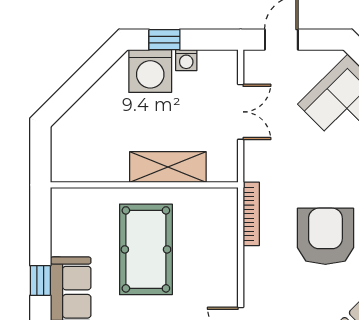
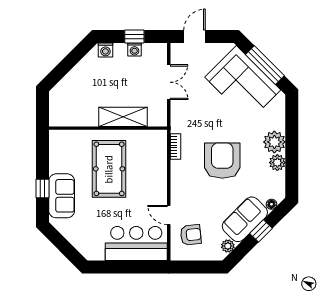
window: (164, 40) -> (134, 37), moved
washing machine: (150, 71) -> (105, 50), width x0.53, depth x0.53
bookcase: (251, 214) -> (175, 146), width x0.64

